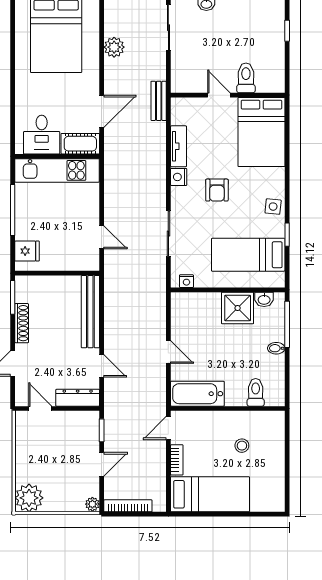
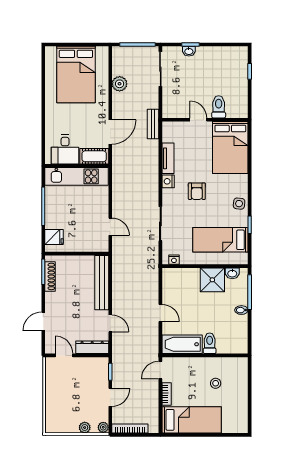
shoe rack: (22, 323) -> (50, 276), moved
toilet: (256, 392) -> (210, 343), moved
plant: (29, 498) -> (85, 428), moved, width x0.53, depth x0.53

